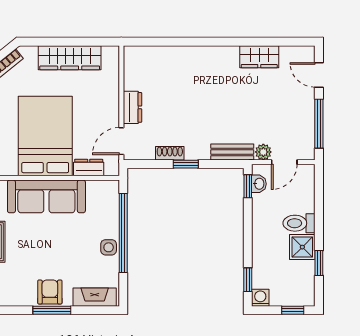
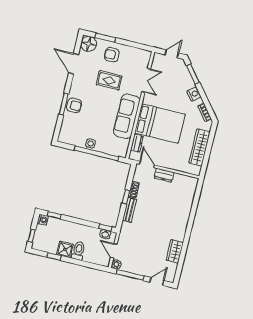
bench: (232, 152) -> (130, 210), moved
plant: (263, 152) -> (116, 264), moved
fireplace: (95, 297) -> (65, 129), removed

